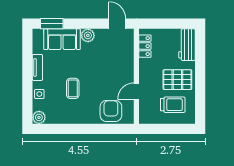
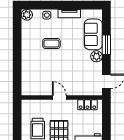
window: (52, 24) -> (106, 45), moved
door: (136, 91) -> (59, 98), moved
armchair: (111, 111) -> (32, 76), removed

